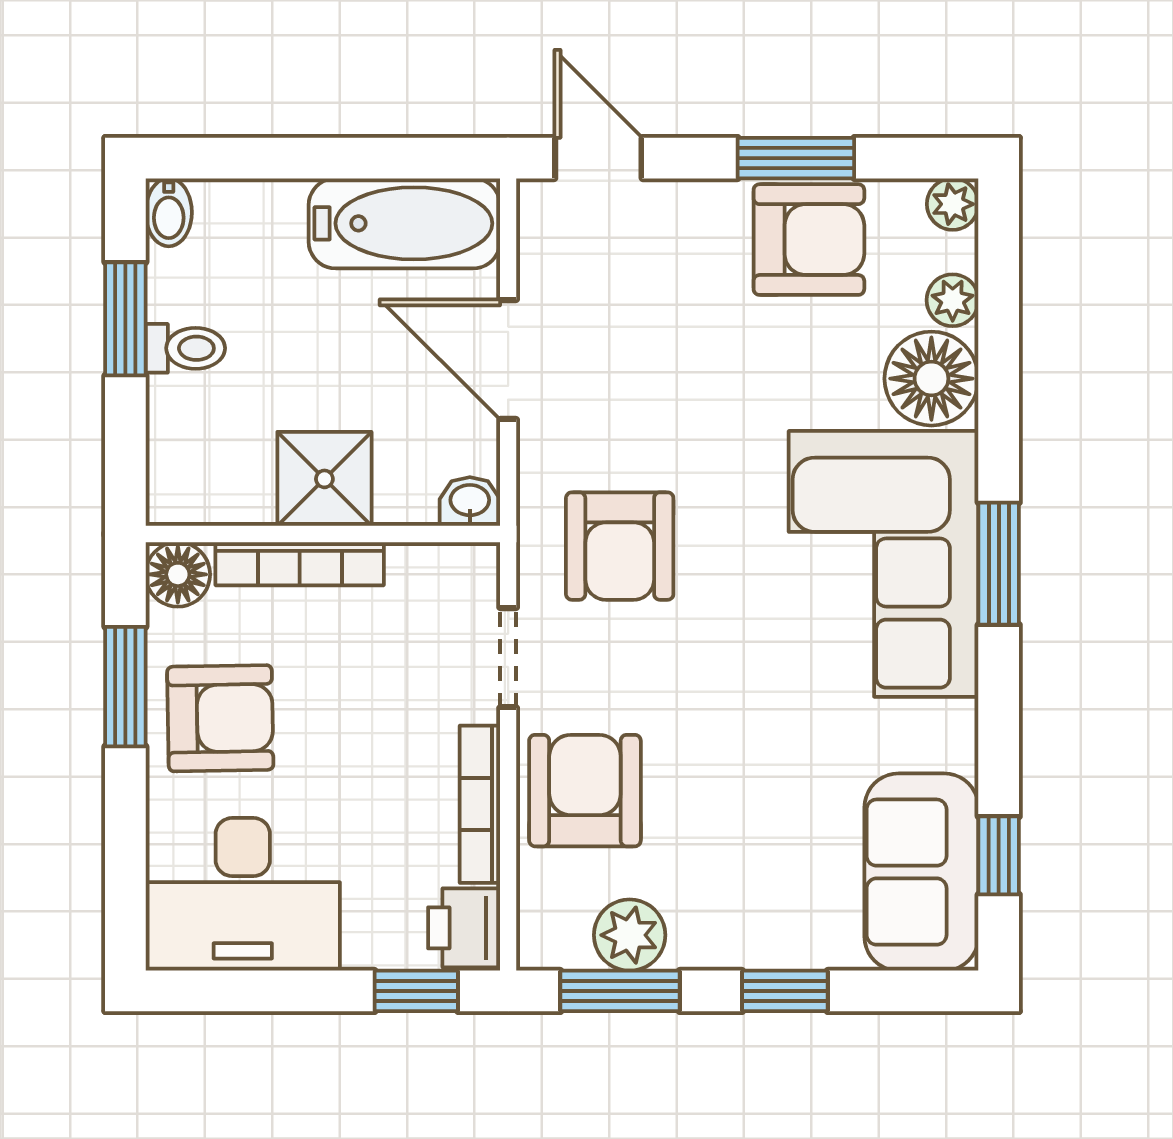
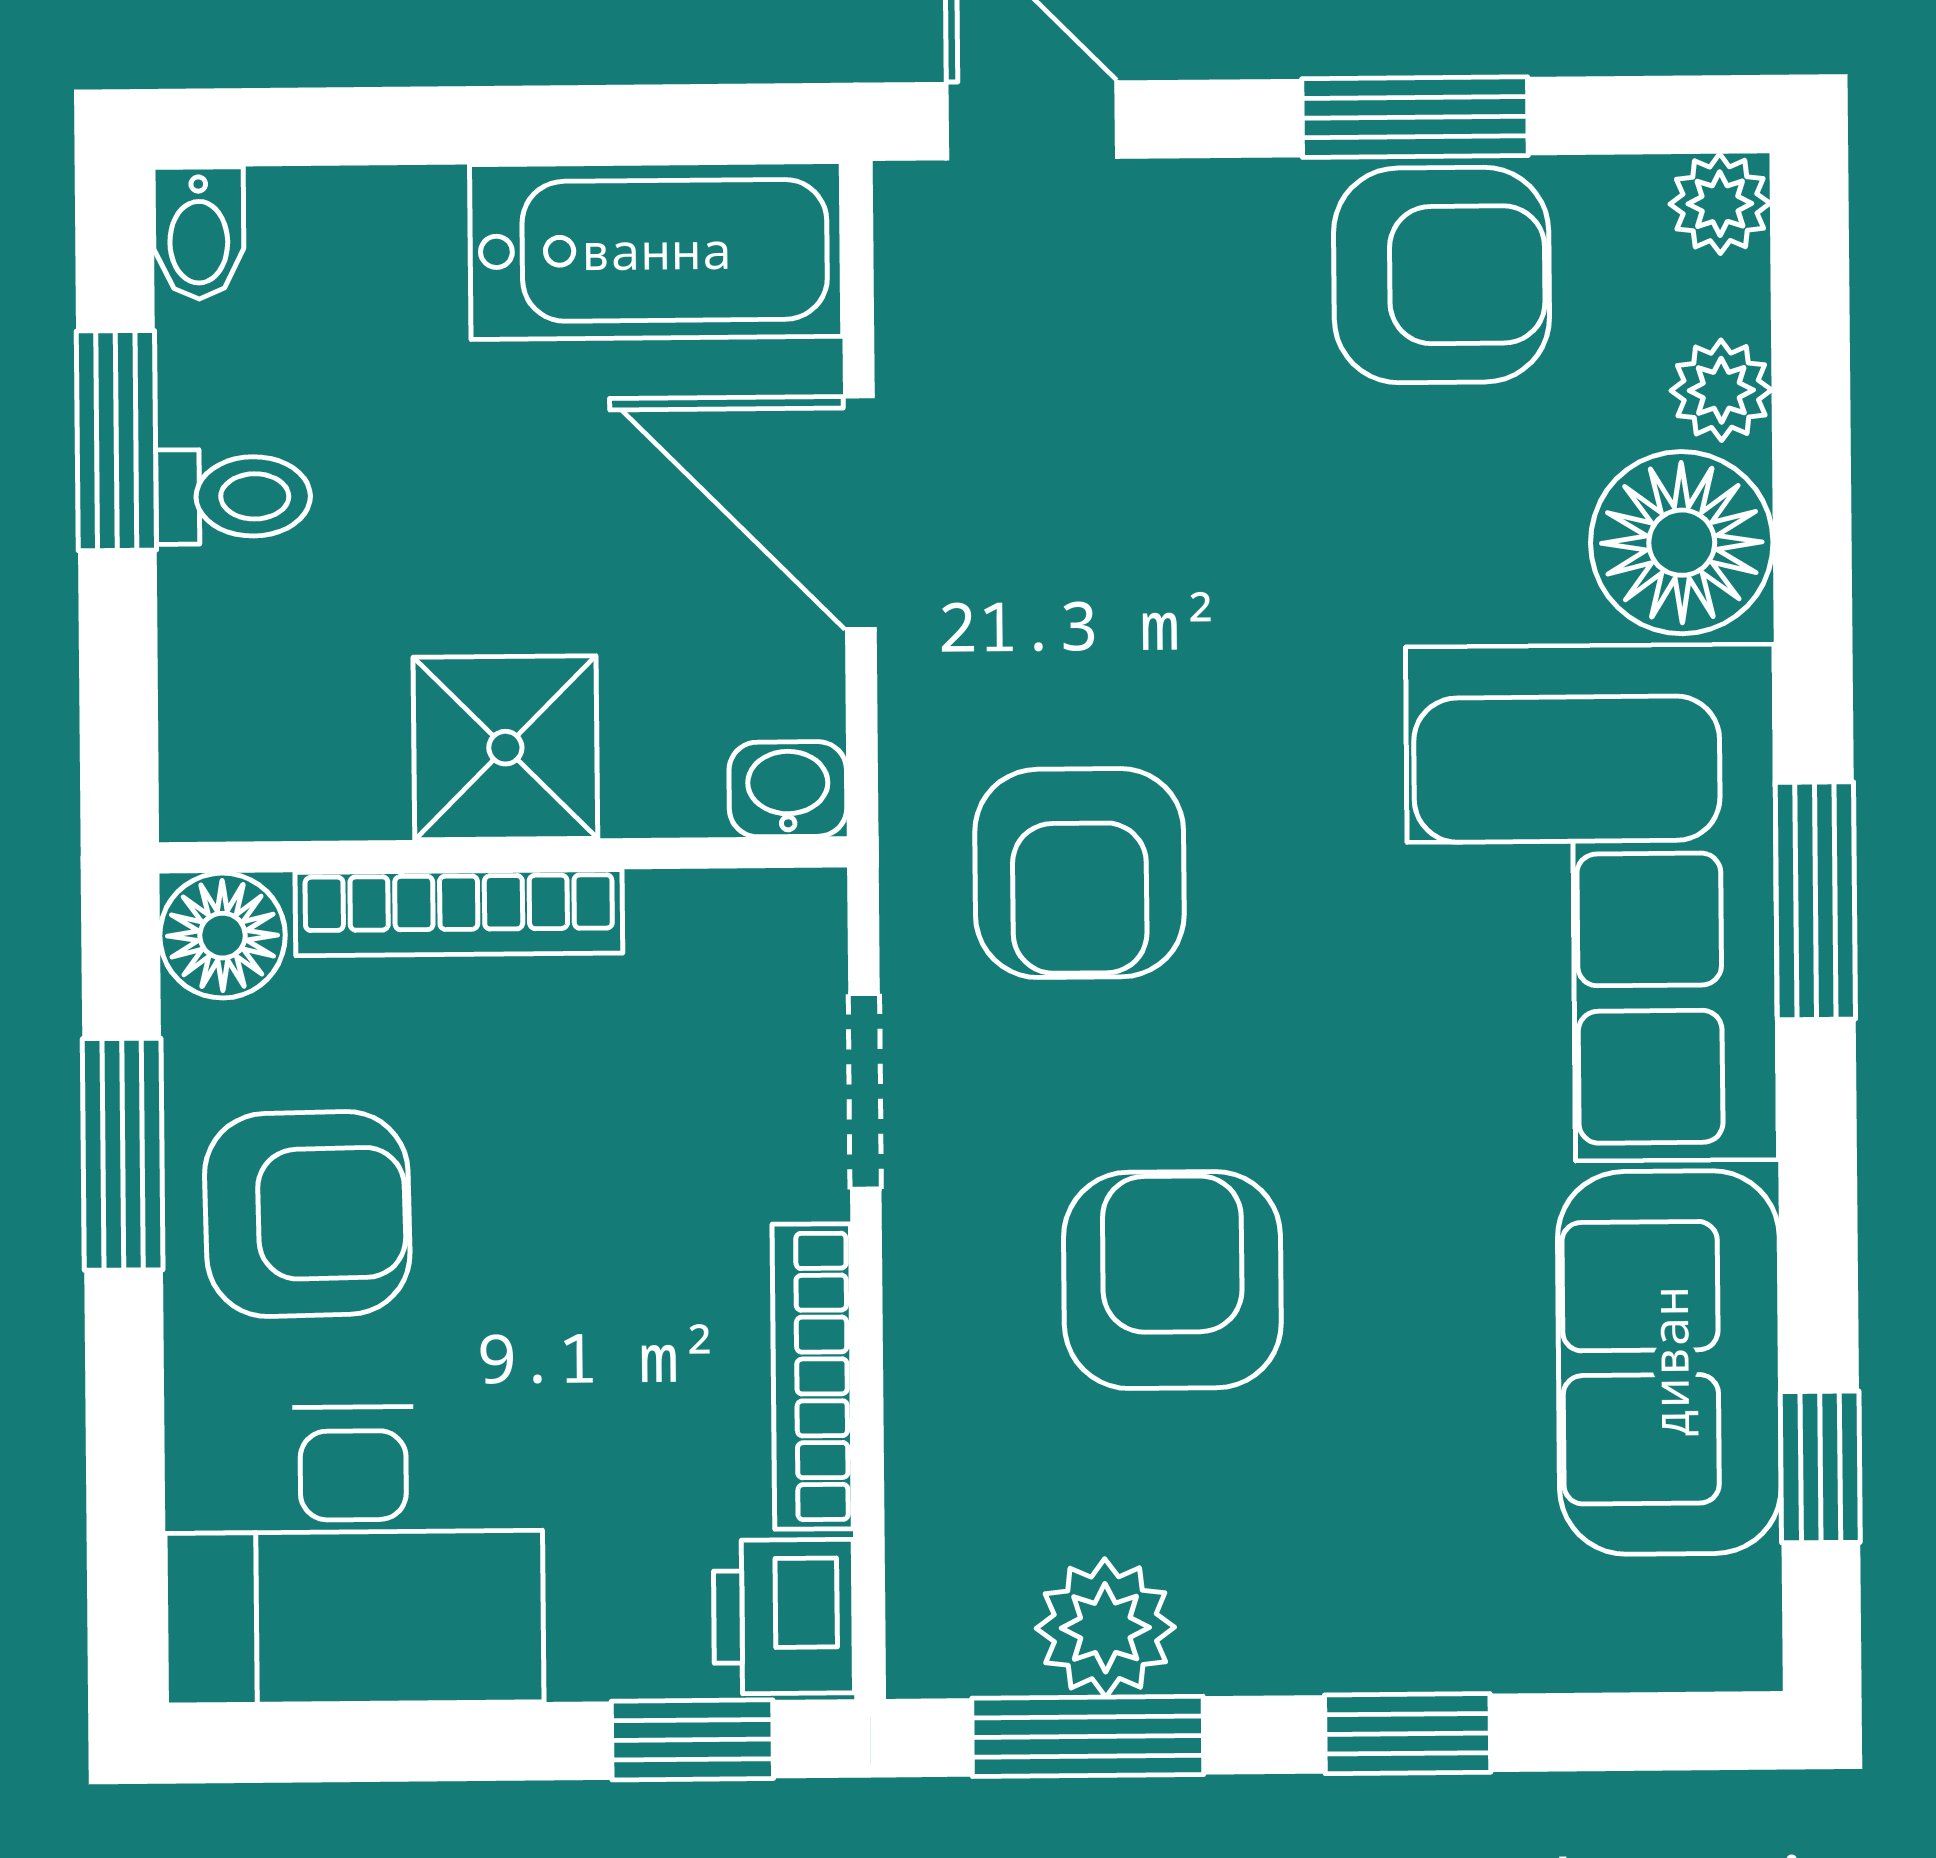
armchair: (585, 791) -> (1172, 1280), moved
sofa: (921, 872) -> (1669, 1362), moved

